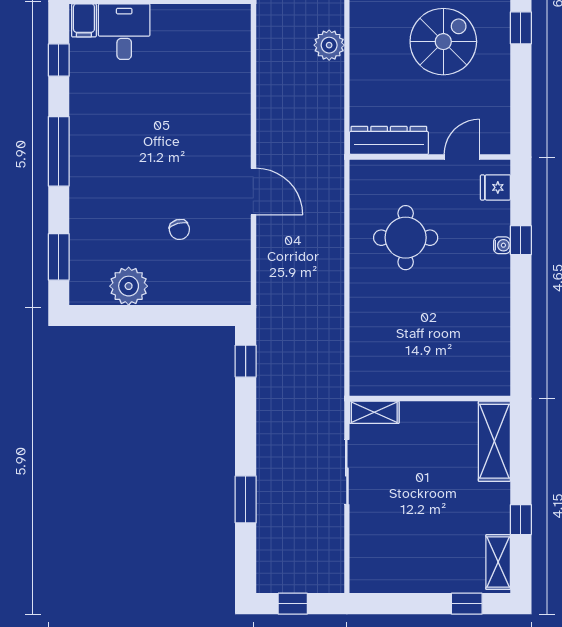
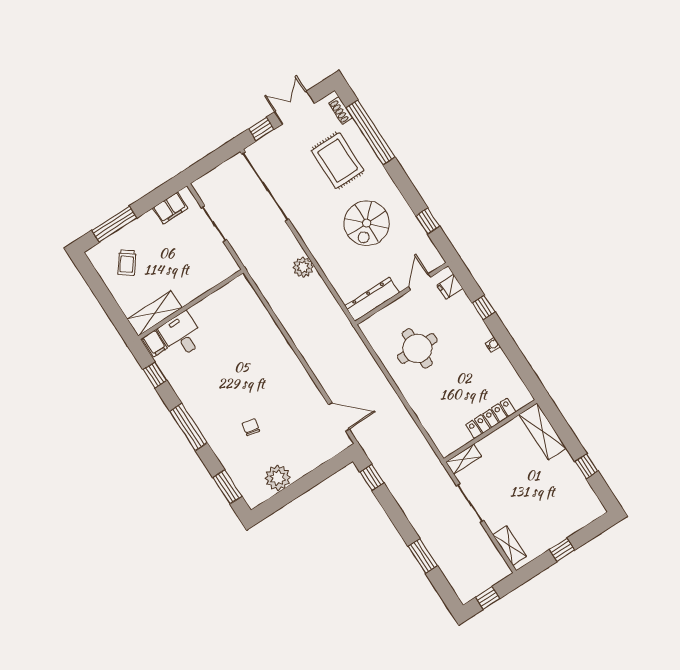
window: (521, 28) -> (428, 221), moved
spiral stairs: (443, 42) -> (367, 223), turned 180
door: (253, 192) -> (339, 417), moved
chair: (179, 229) -> (251, 427), moved, turned -152
water cooler: (502, 245) -> (493, 345), moved
locker: (441, 383) -> (491, 418), added
shelving: (498, 562) -> (510, 546), moved
window: (467, 604) -> (562, 550), moved

